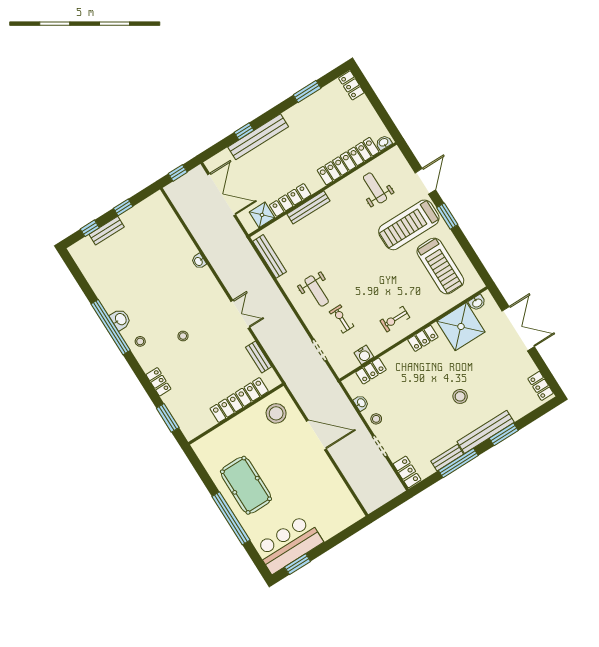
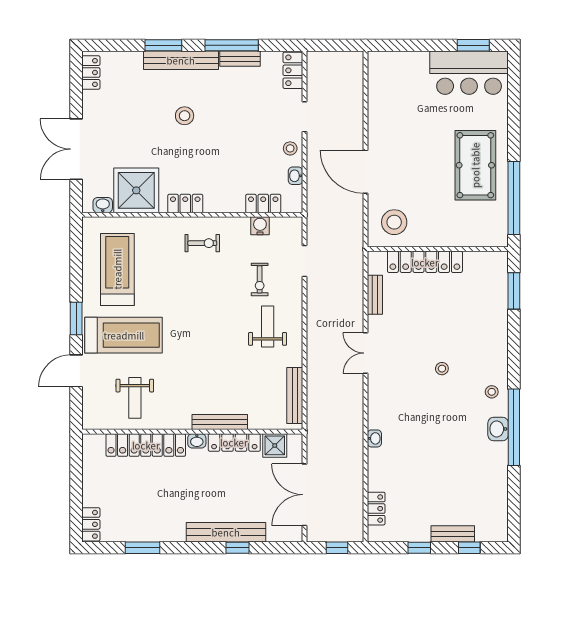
washbasin: (384, 143) -> (197, 441), moved
locker: (158, 382) -> (376, 509), moved, turned 180
window: (231, 518) -> (514, 198), moved

